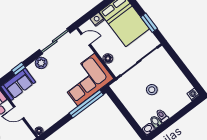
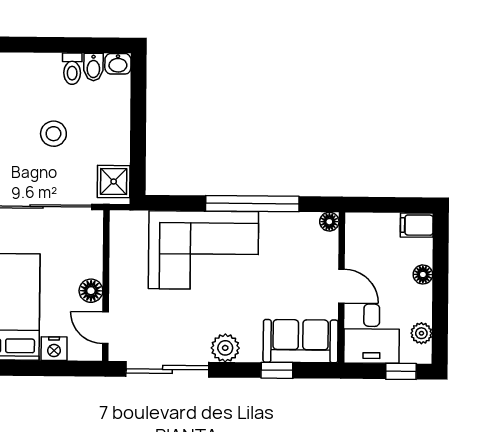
floor lamp: (108, 58) -> (91, 291), moved
corner sofa: (86, 80) -> (203, 250), moved
shower: (120, 89) -> (114, 182), added
window: (86, 104) -> (252, 204), moved

